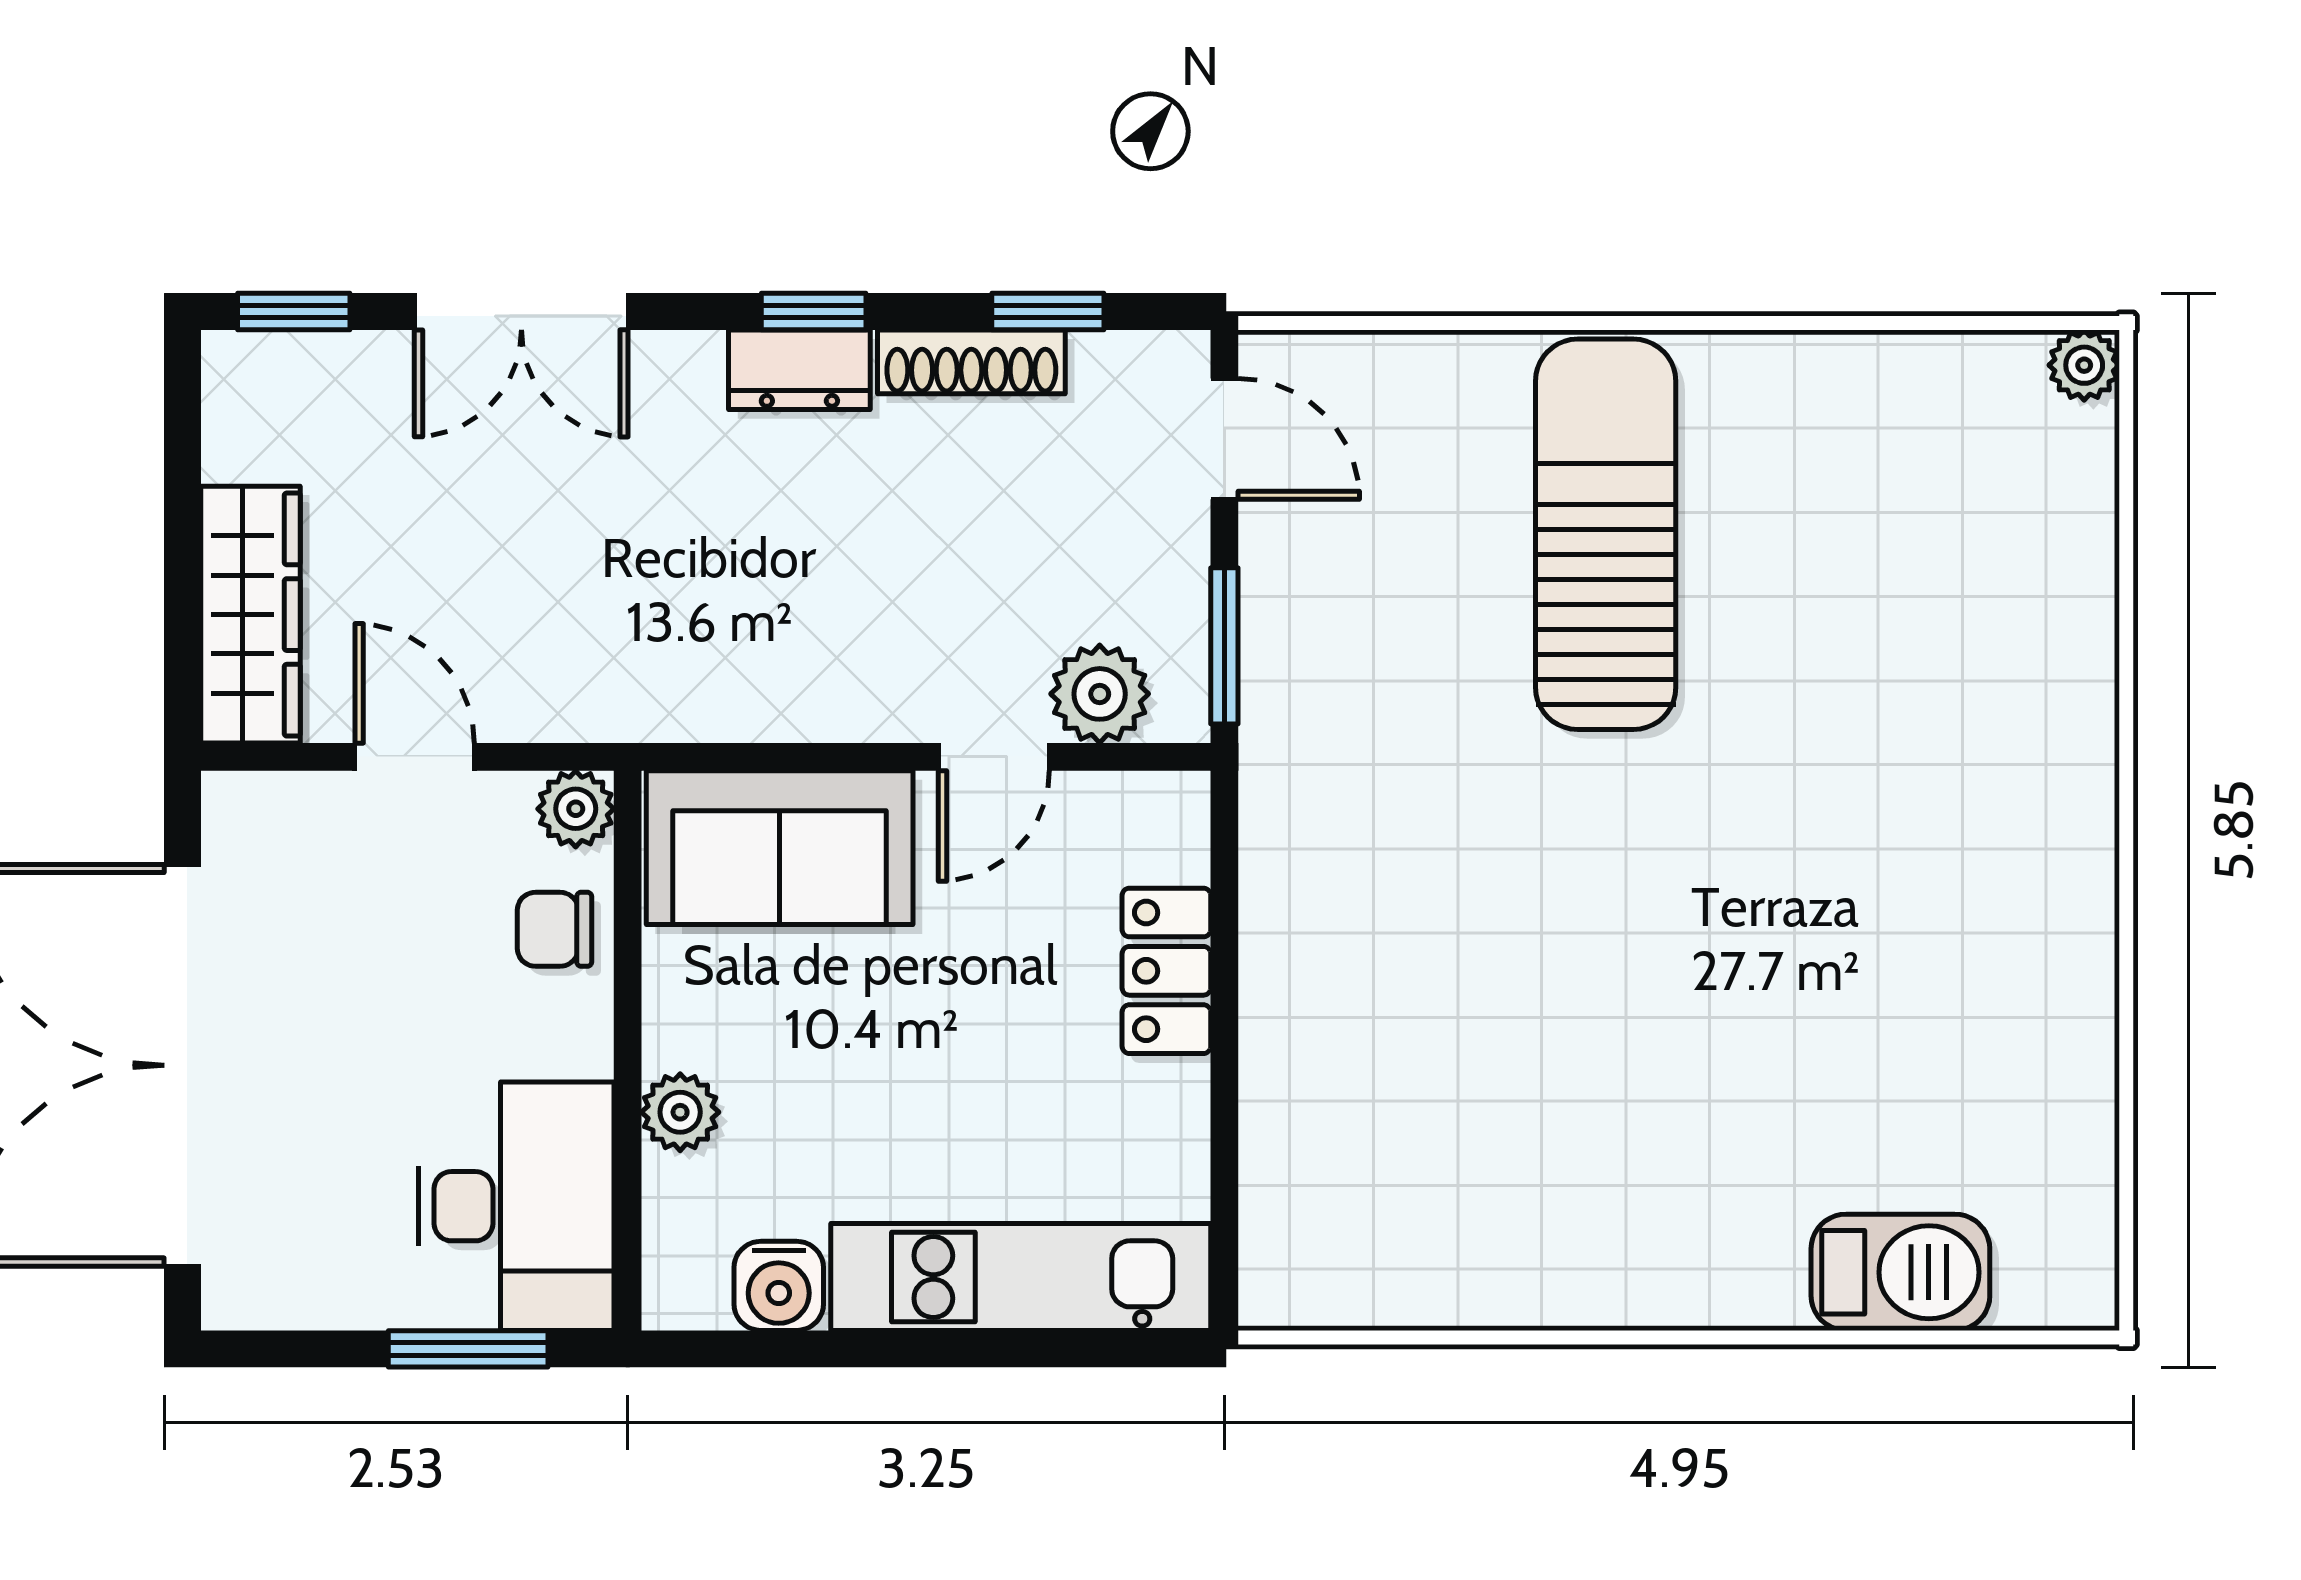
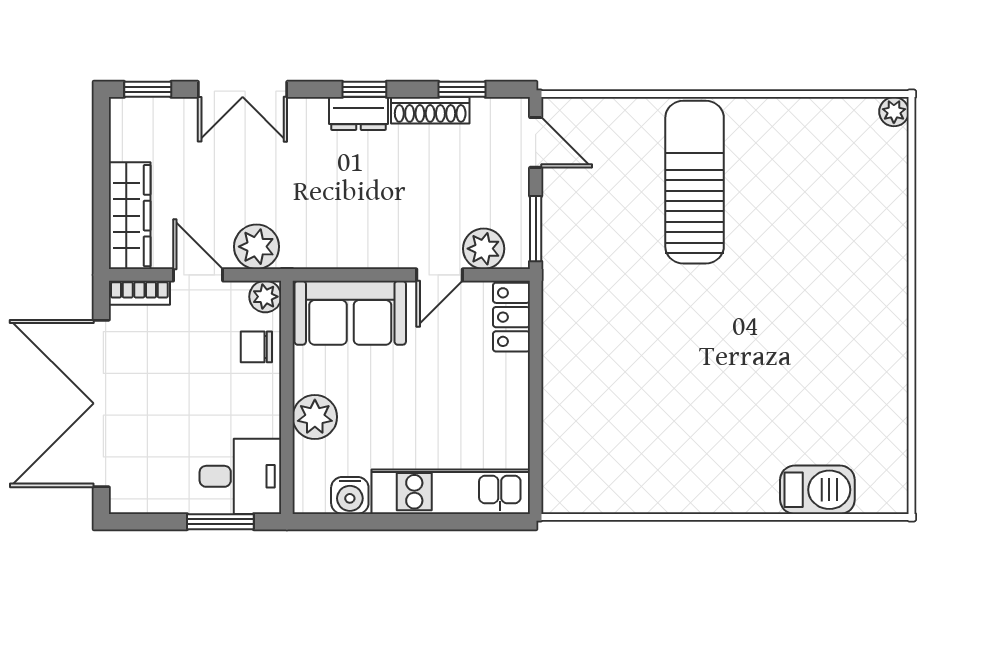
plant: (555, 689) -> (257, 247), added
bookcase: (274, 800) -> (139, 293), added
locker: (1166, 971) -> (511, 317), moved
plant: (680, 1112) -> (315, 417), width x1.38, depth x1.38
desk: (516, 1206) -> (240, 476), width x0.73

